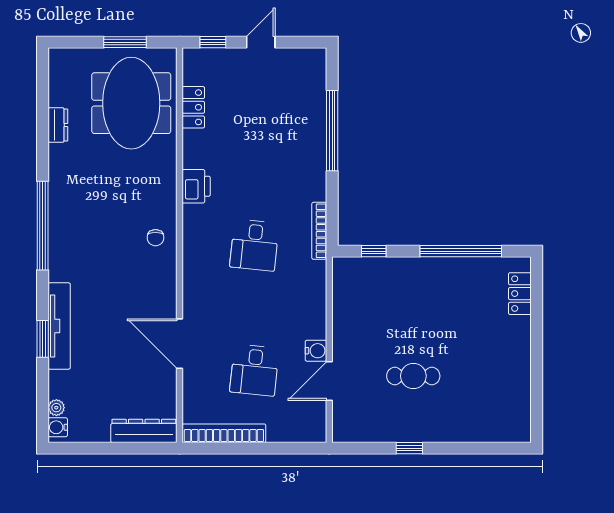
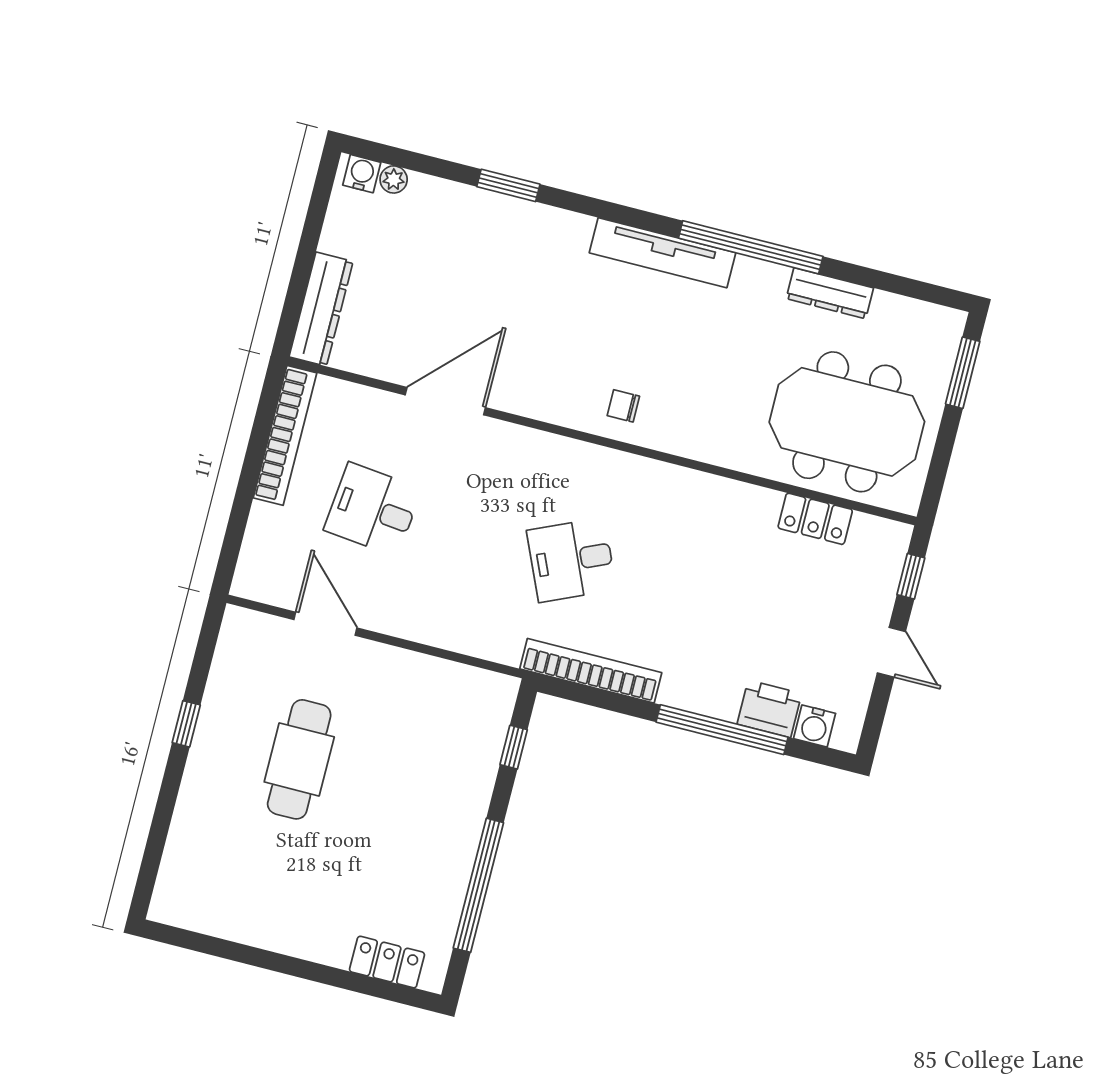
window: (125, 42) -> (963, 373), moved
dresser: (58, 125) -> (830, 293), width x1.44
printer: (196, 186) -> (769, 709), moved, turned 180
window: (43, 226) -> (751, 247), moved
bookcase: (319, 231) -> (591, 671), width x1.48, depth x1.31
desk: (254, 245) -> (571, 560), turned -30
tv unit: (59, 326) -> (663, 253), moved
water cooler: (316, 351) -> (815, 726), moved
cafe table: (413, 376) -> (299, 759), width x1.37, depth x1.35

